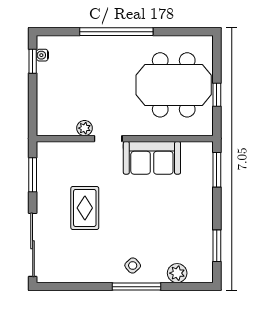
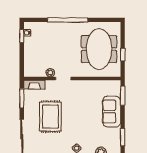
meeting table: (174, 85) -> (99, 49), turned 90
fireplace: (56, 150) -> (34, 85), added
sofa: (152, 158) -> (112, 112), moved, turned 90
rug: (85, 208) -> (50, 117), width x1.36, depth x1.43

